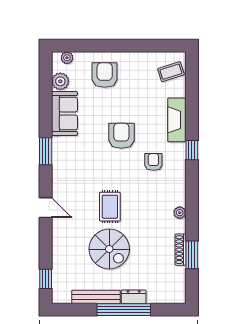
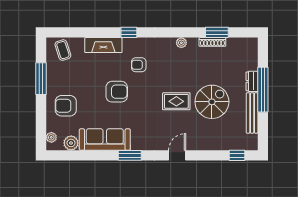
window: (137, 46) -> (41, 79), added
sofa: (64, 114) -> (105, 140), width x1.36
armchair: (121, 136) -> (117, 92), turned 180

